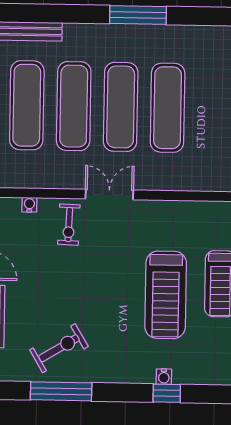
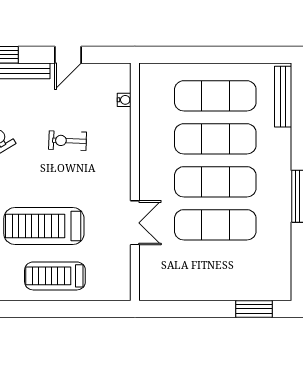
double door: (109, 194) -> (135, 223), moved
exercise bike: (69, 225) -> (68, 141), moved

